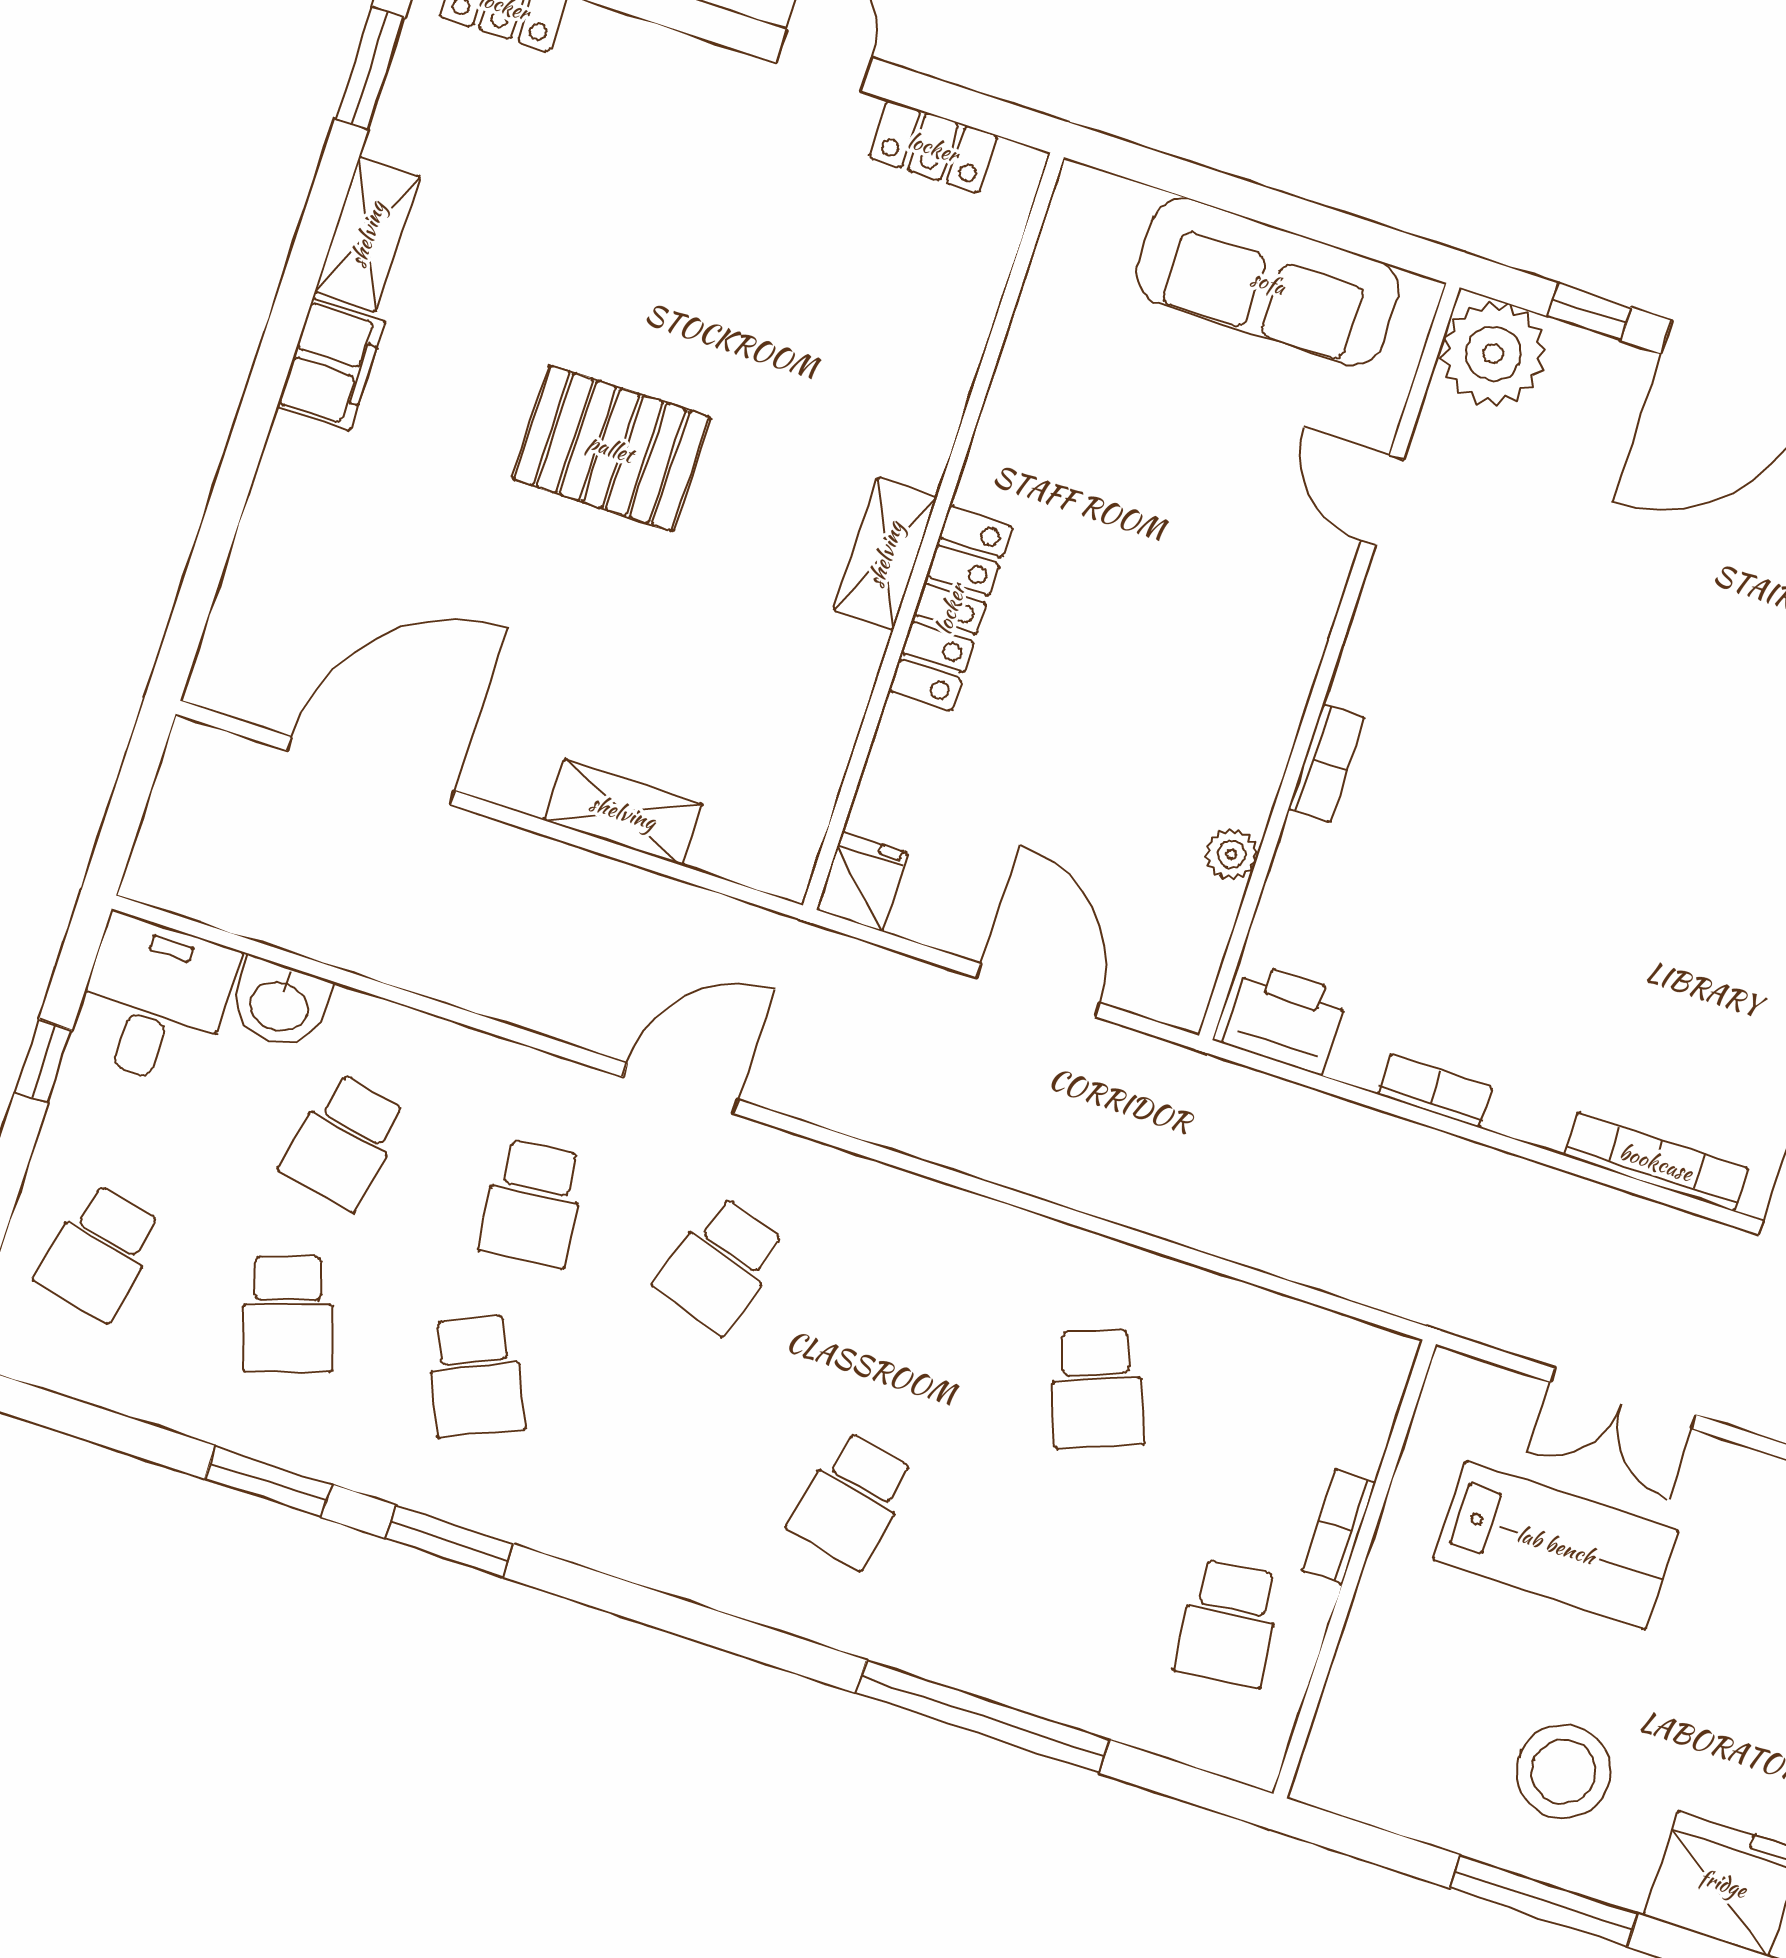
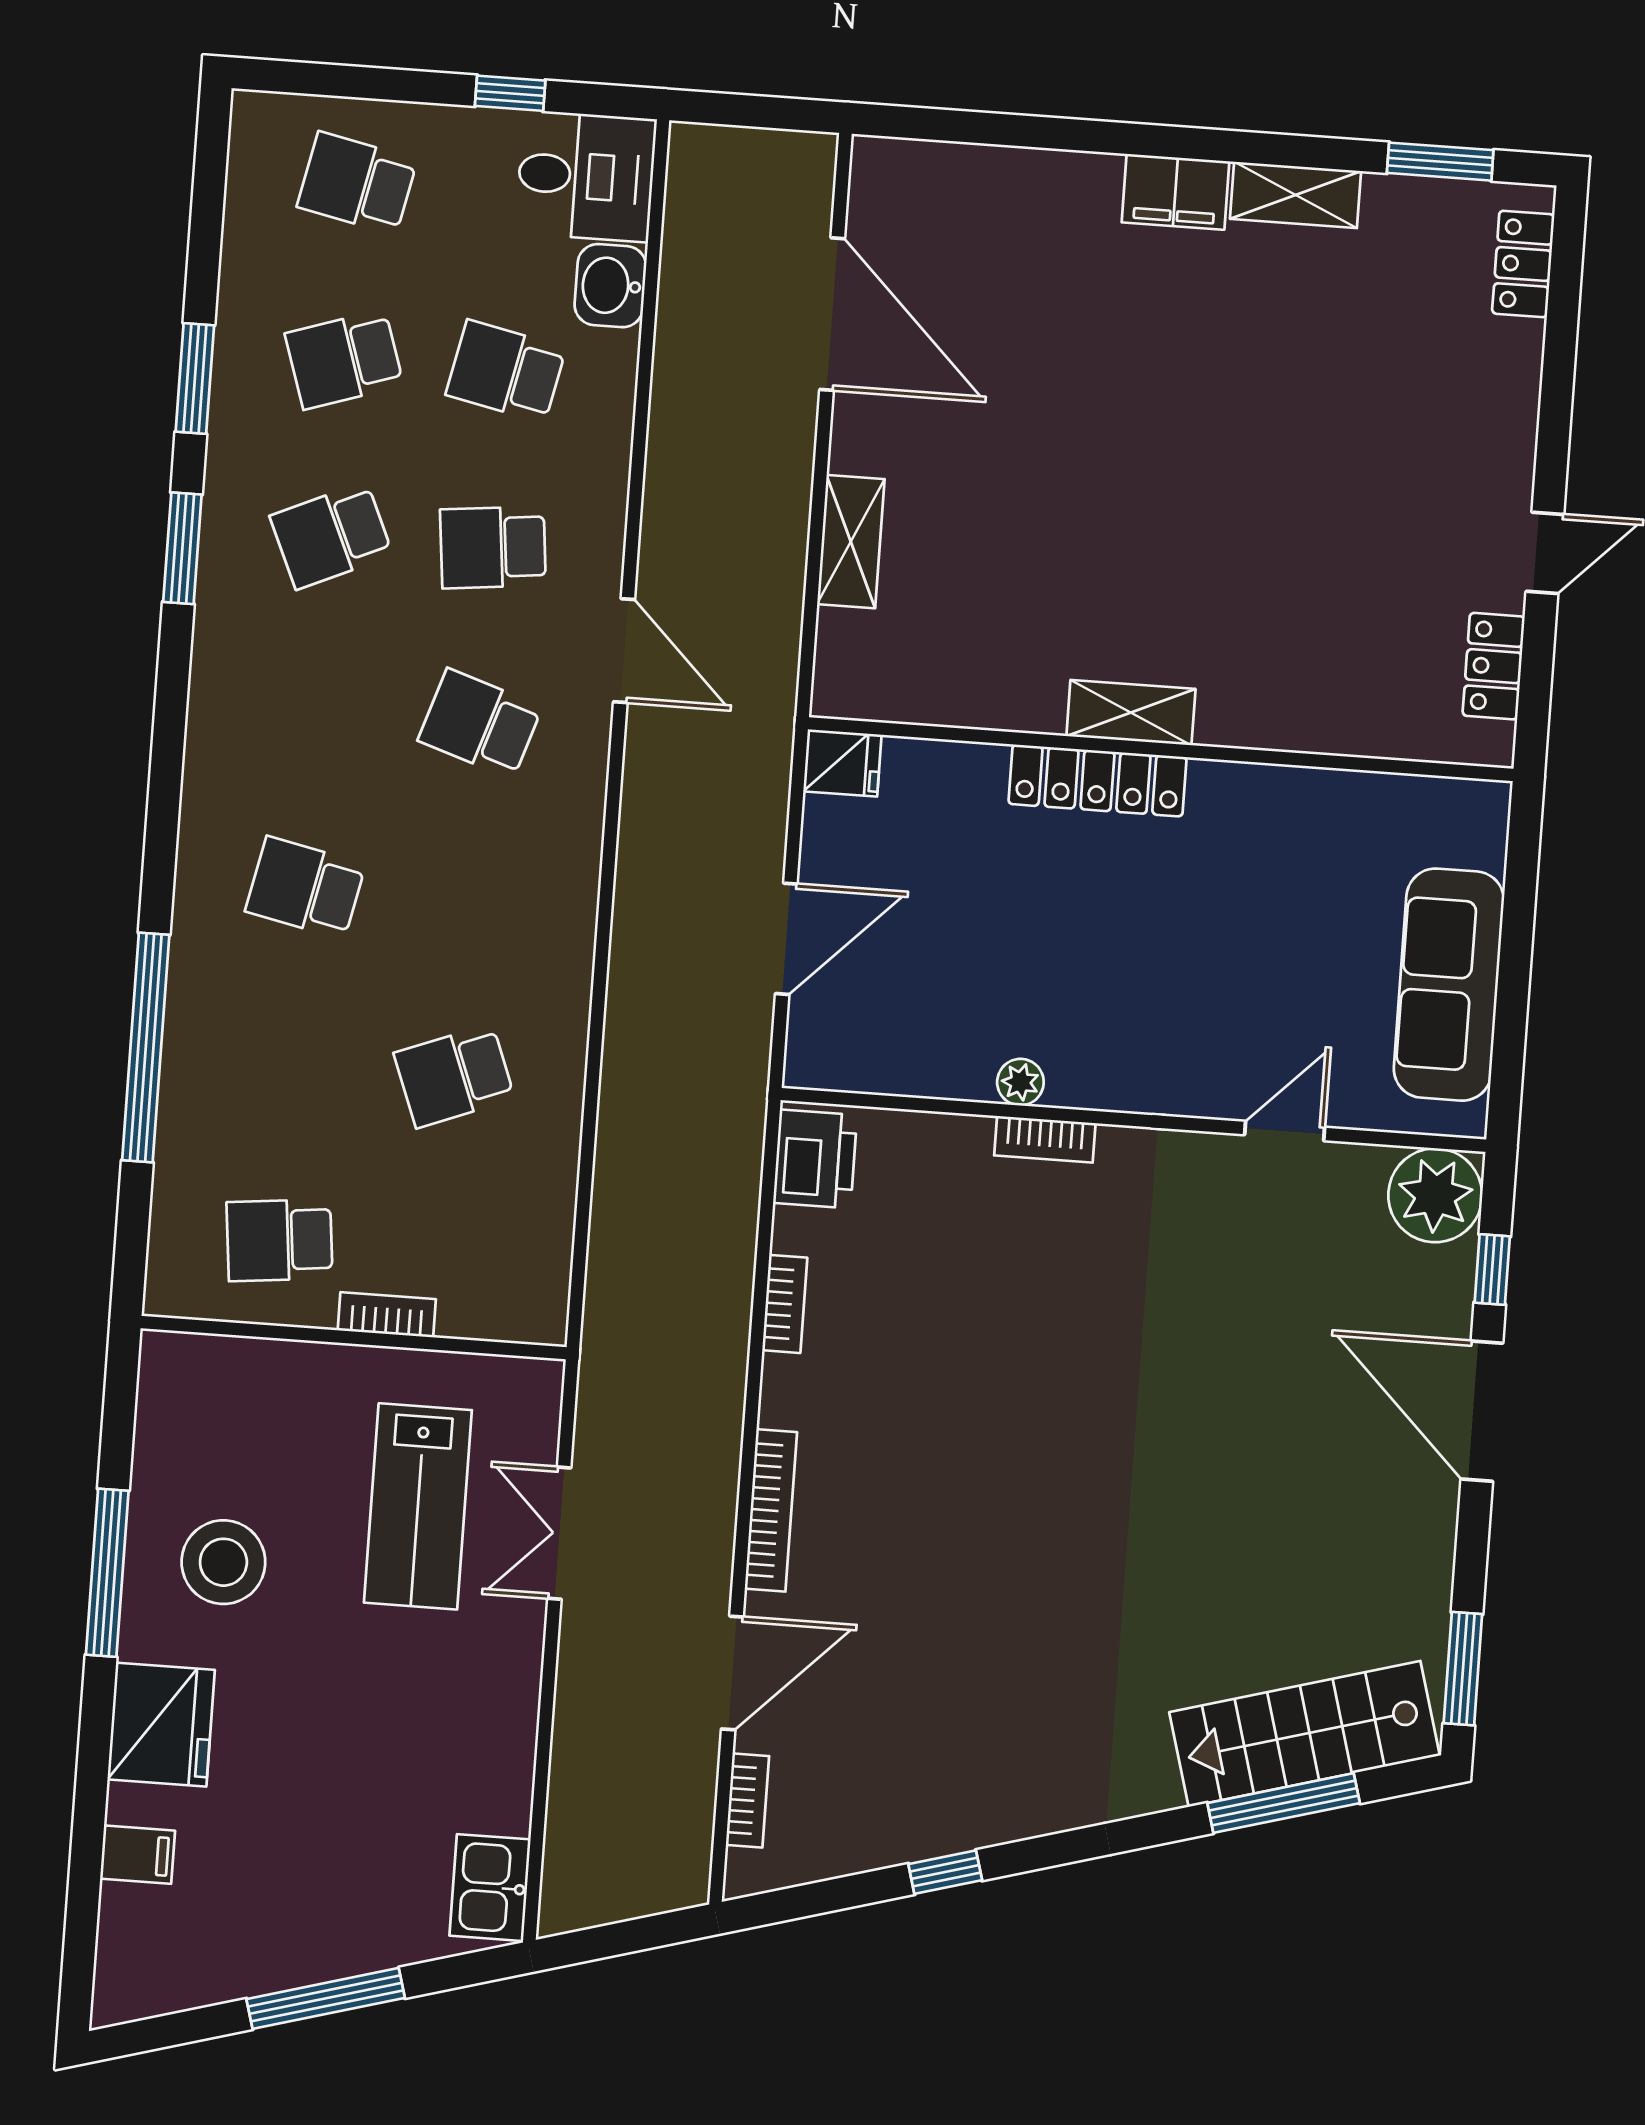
pallet: (611, 448) -> (1163, 452), removed
plant: (1231, 854) -> (1020, 1082), moved

